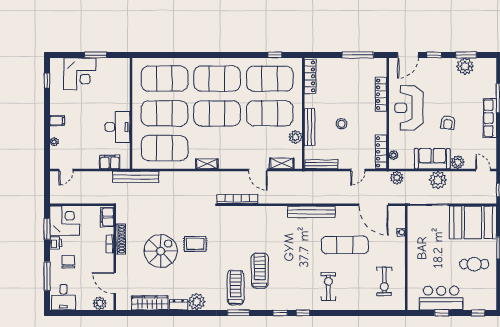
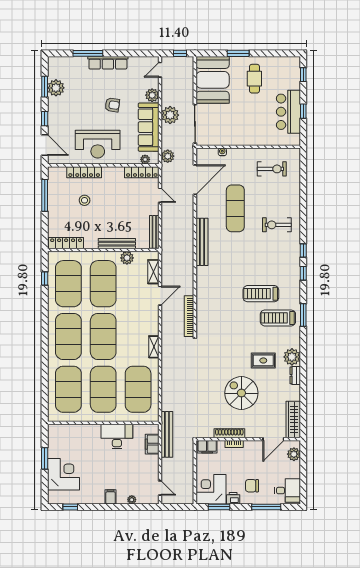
stool: (341, 124) -> (85, 200), moved
sofa: (432, 159) -> (149, 127), width x1.36
bench: (136, 177) -> (167, 434), moved
rug: (195, 244) -> (263, 360), moved, turned 90
wardrobe: (150, 303) -> (293, 420), moved

